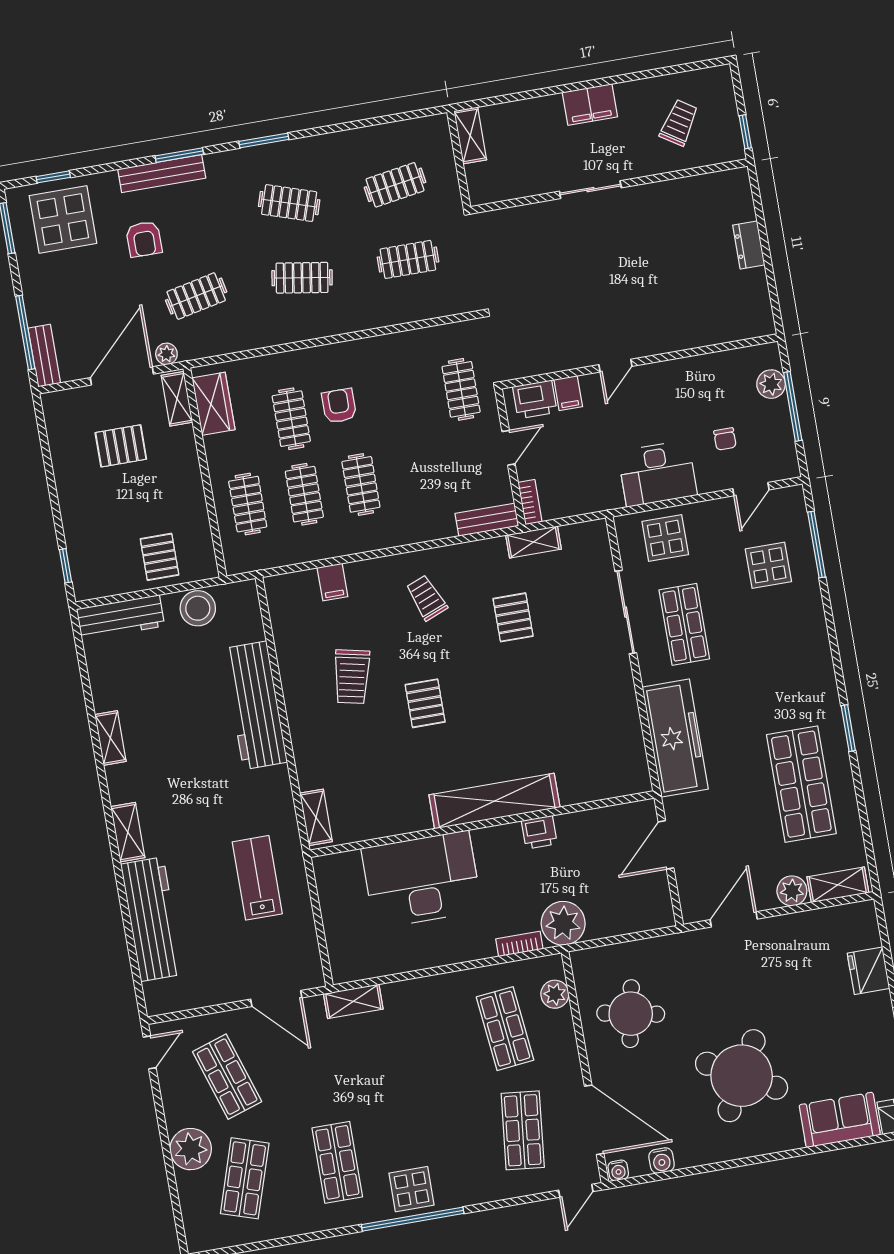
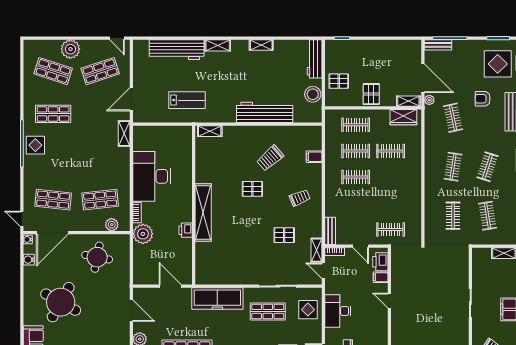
armchair: (339, 406) -> (393, 173), removed
pallet: (121, 446) -> (371, 94), moved
door: (576, 519) -> (323, 271), added
trolley: (352, 677) -> (270, 158), turned -53
desk: (422, 880) -> (152, 176), moved, turned 180

